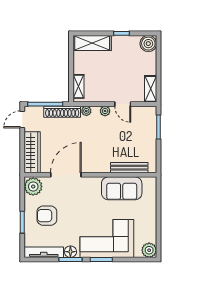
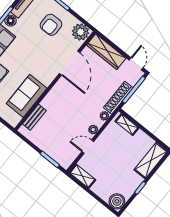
bench: (129, 168) -> (34, 117), width x0.73
armchair: (47, 216) -> (51, 25), turned 180

